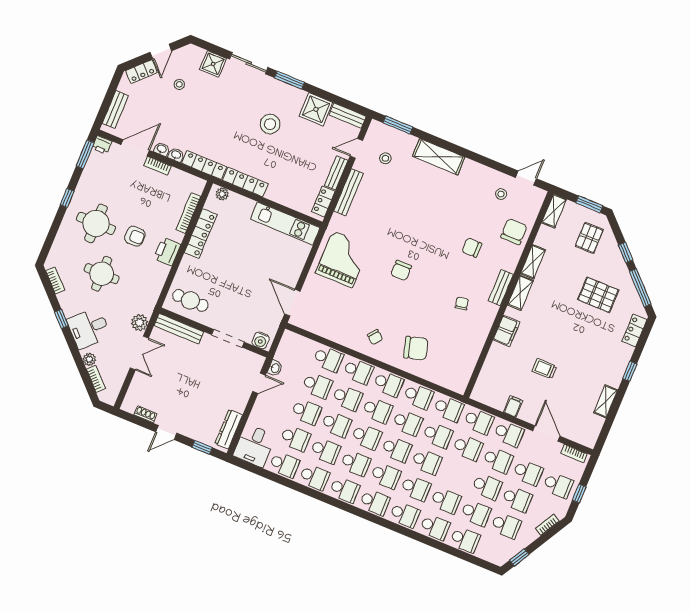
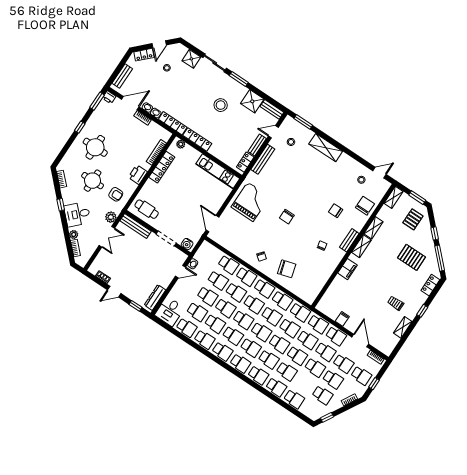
armchair: (135, 236) -> (116, 194), moved
trolley: (545, 369) -> (396, 303), moved
school desk: (476, 513) -> (297, 356), moved

